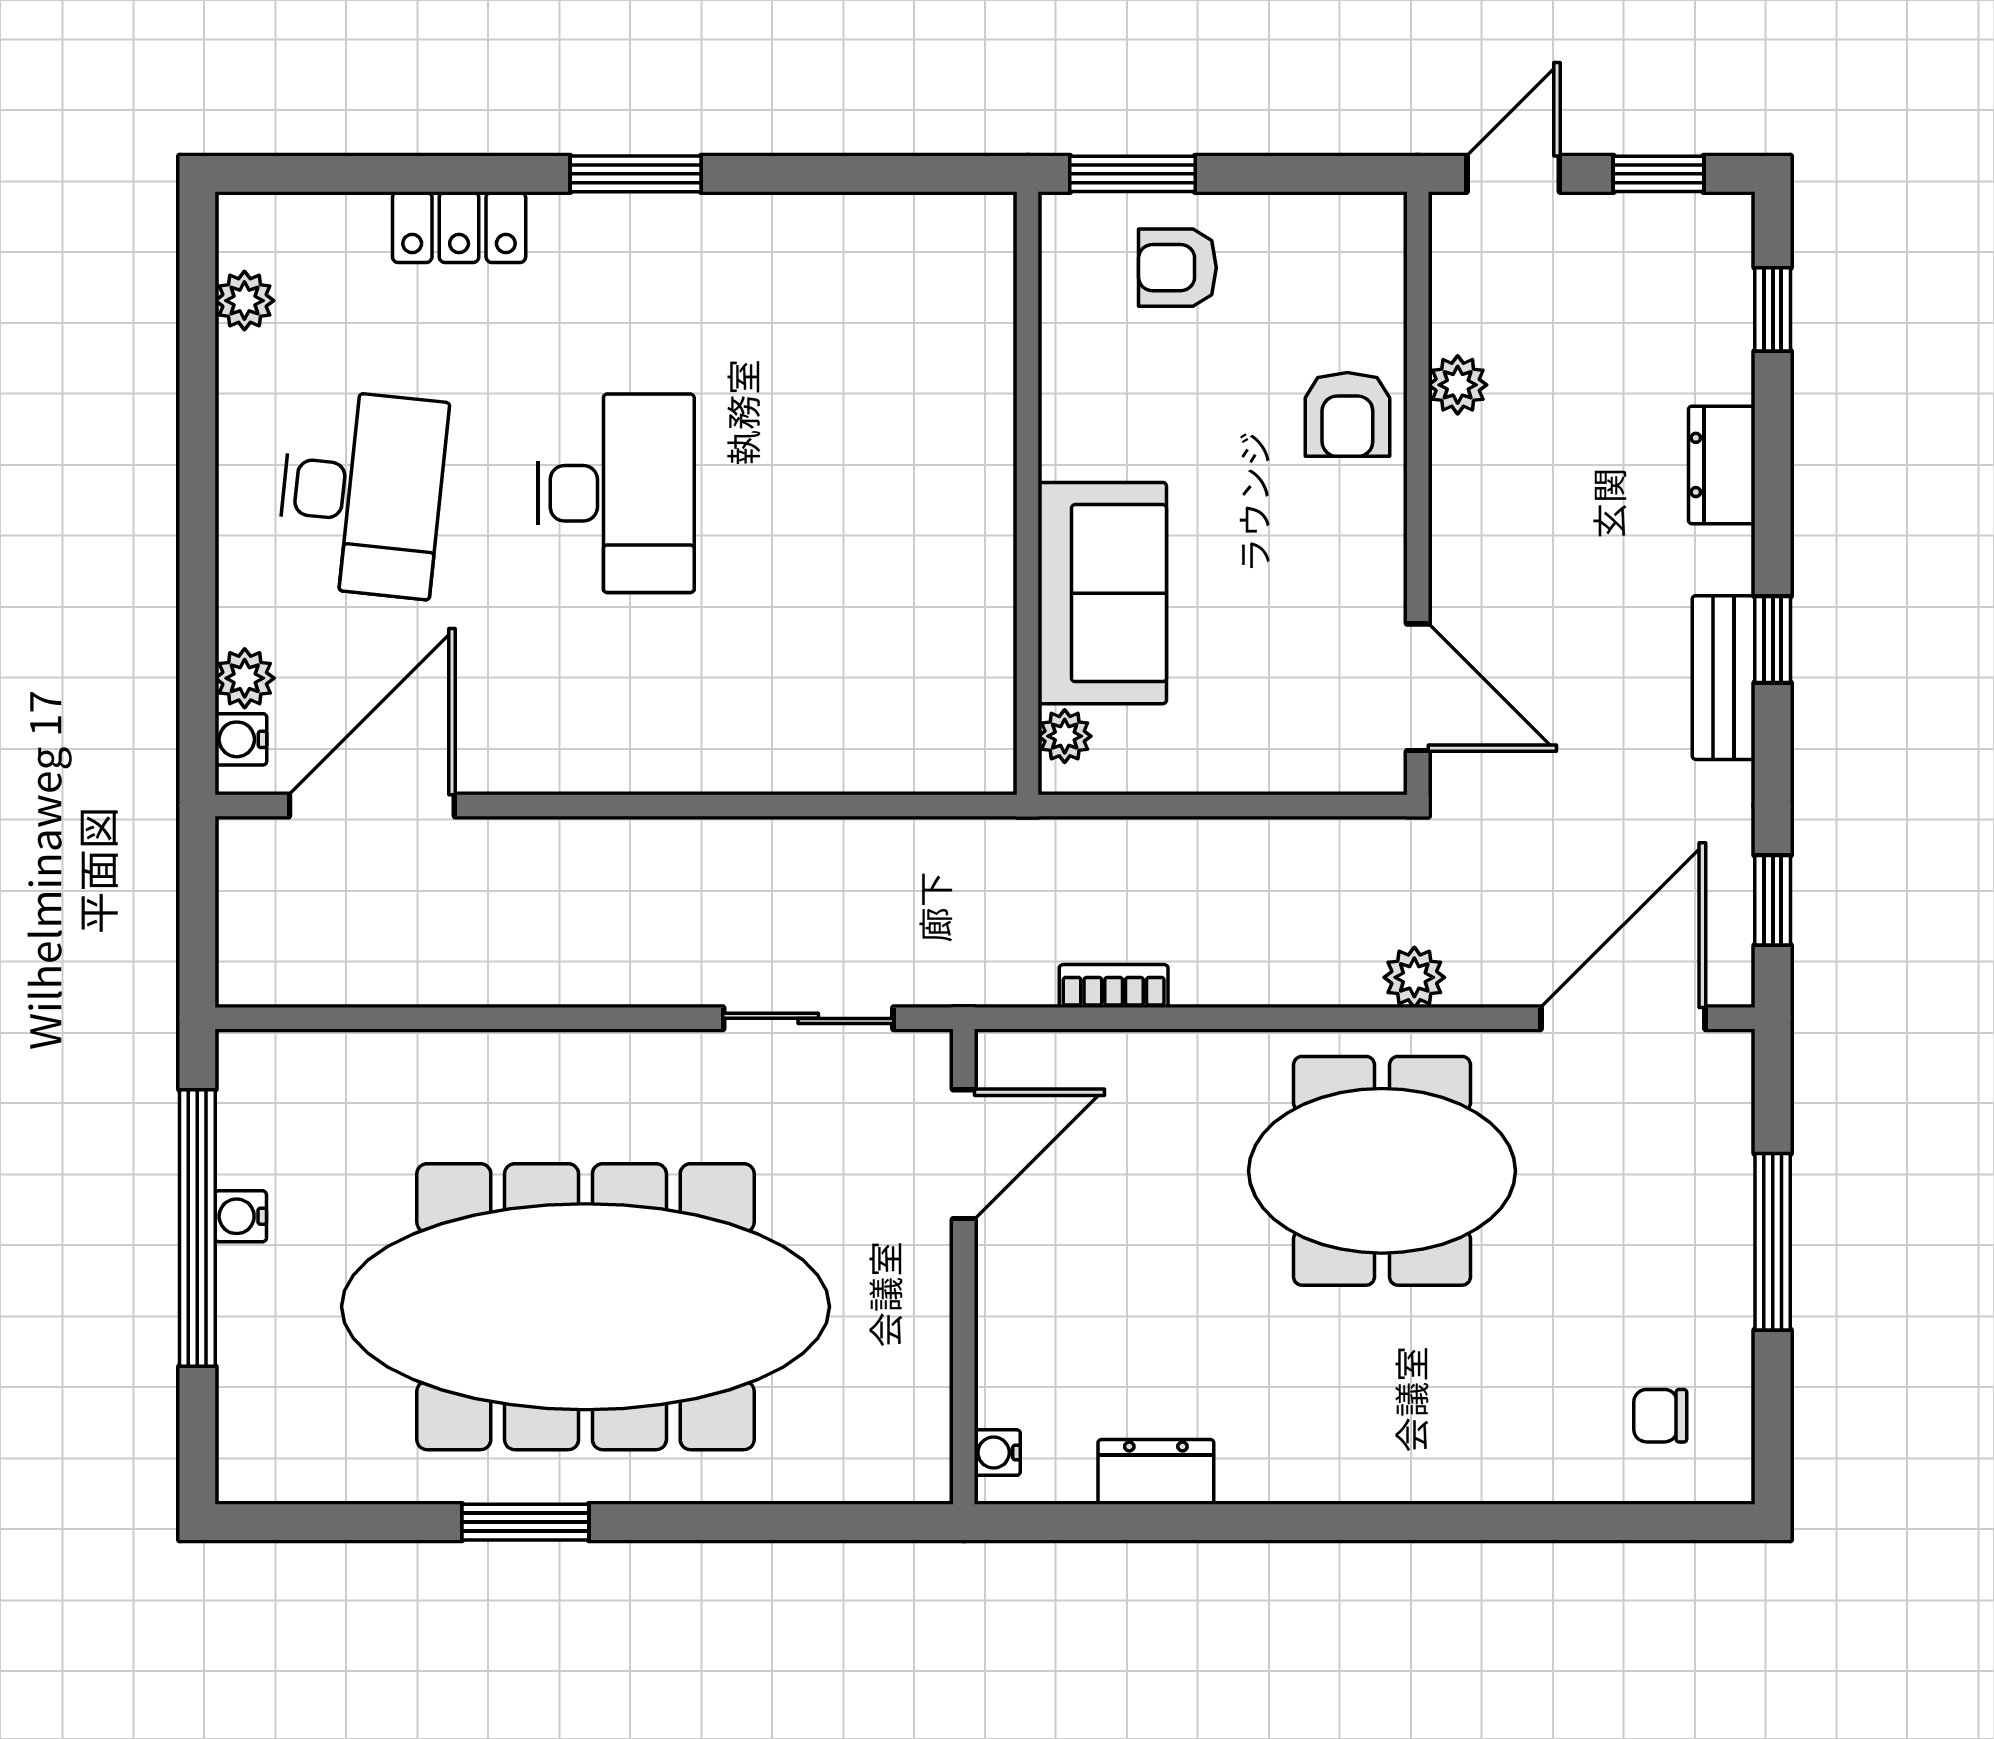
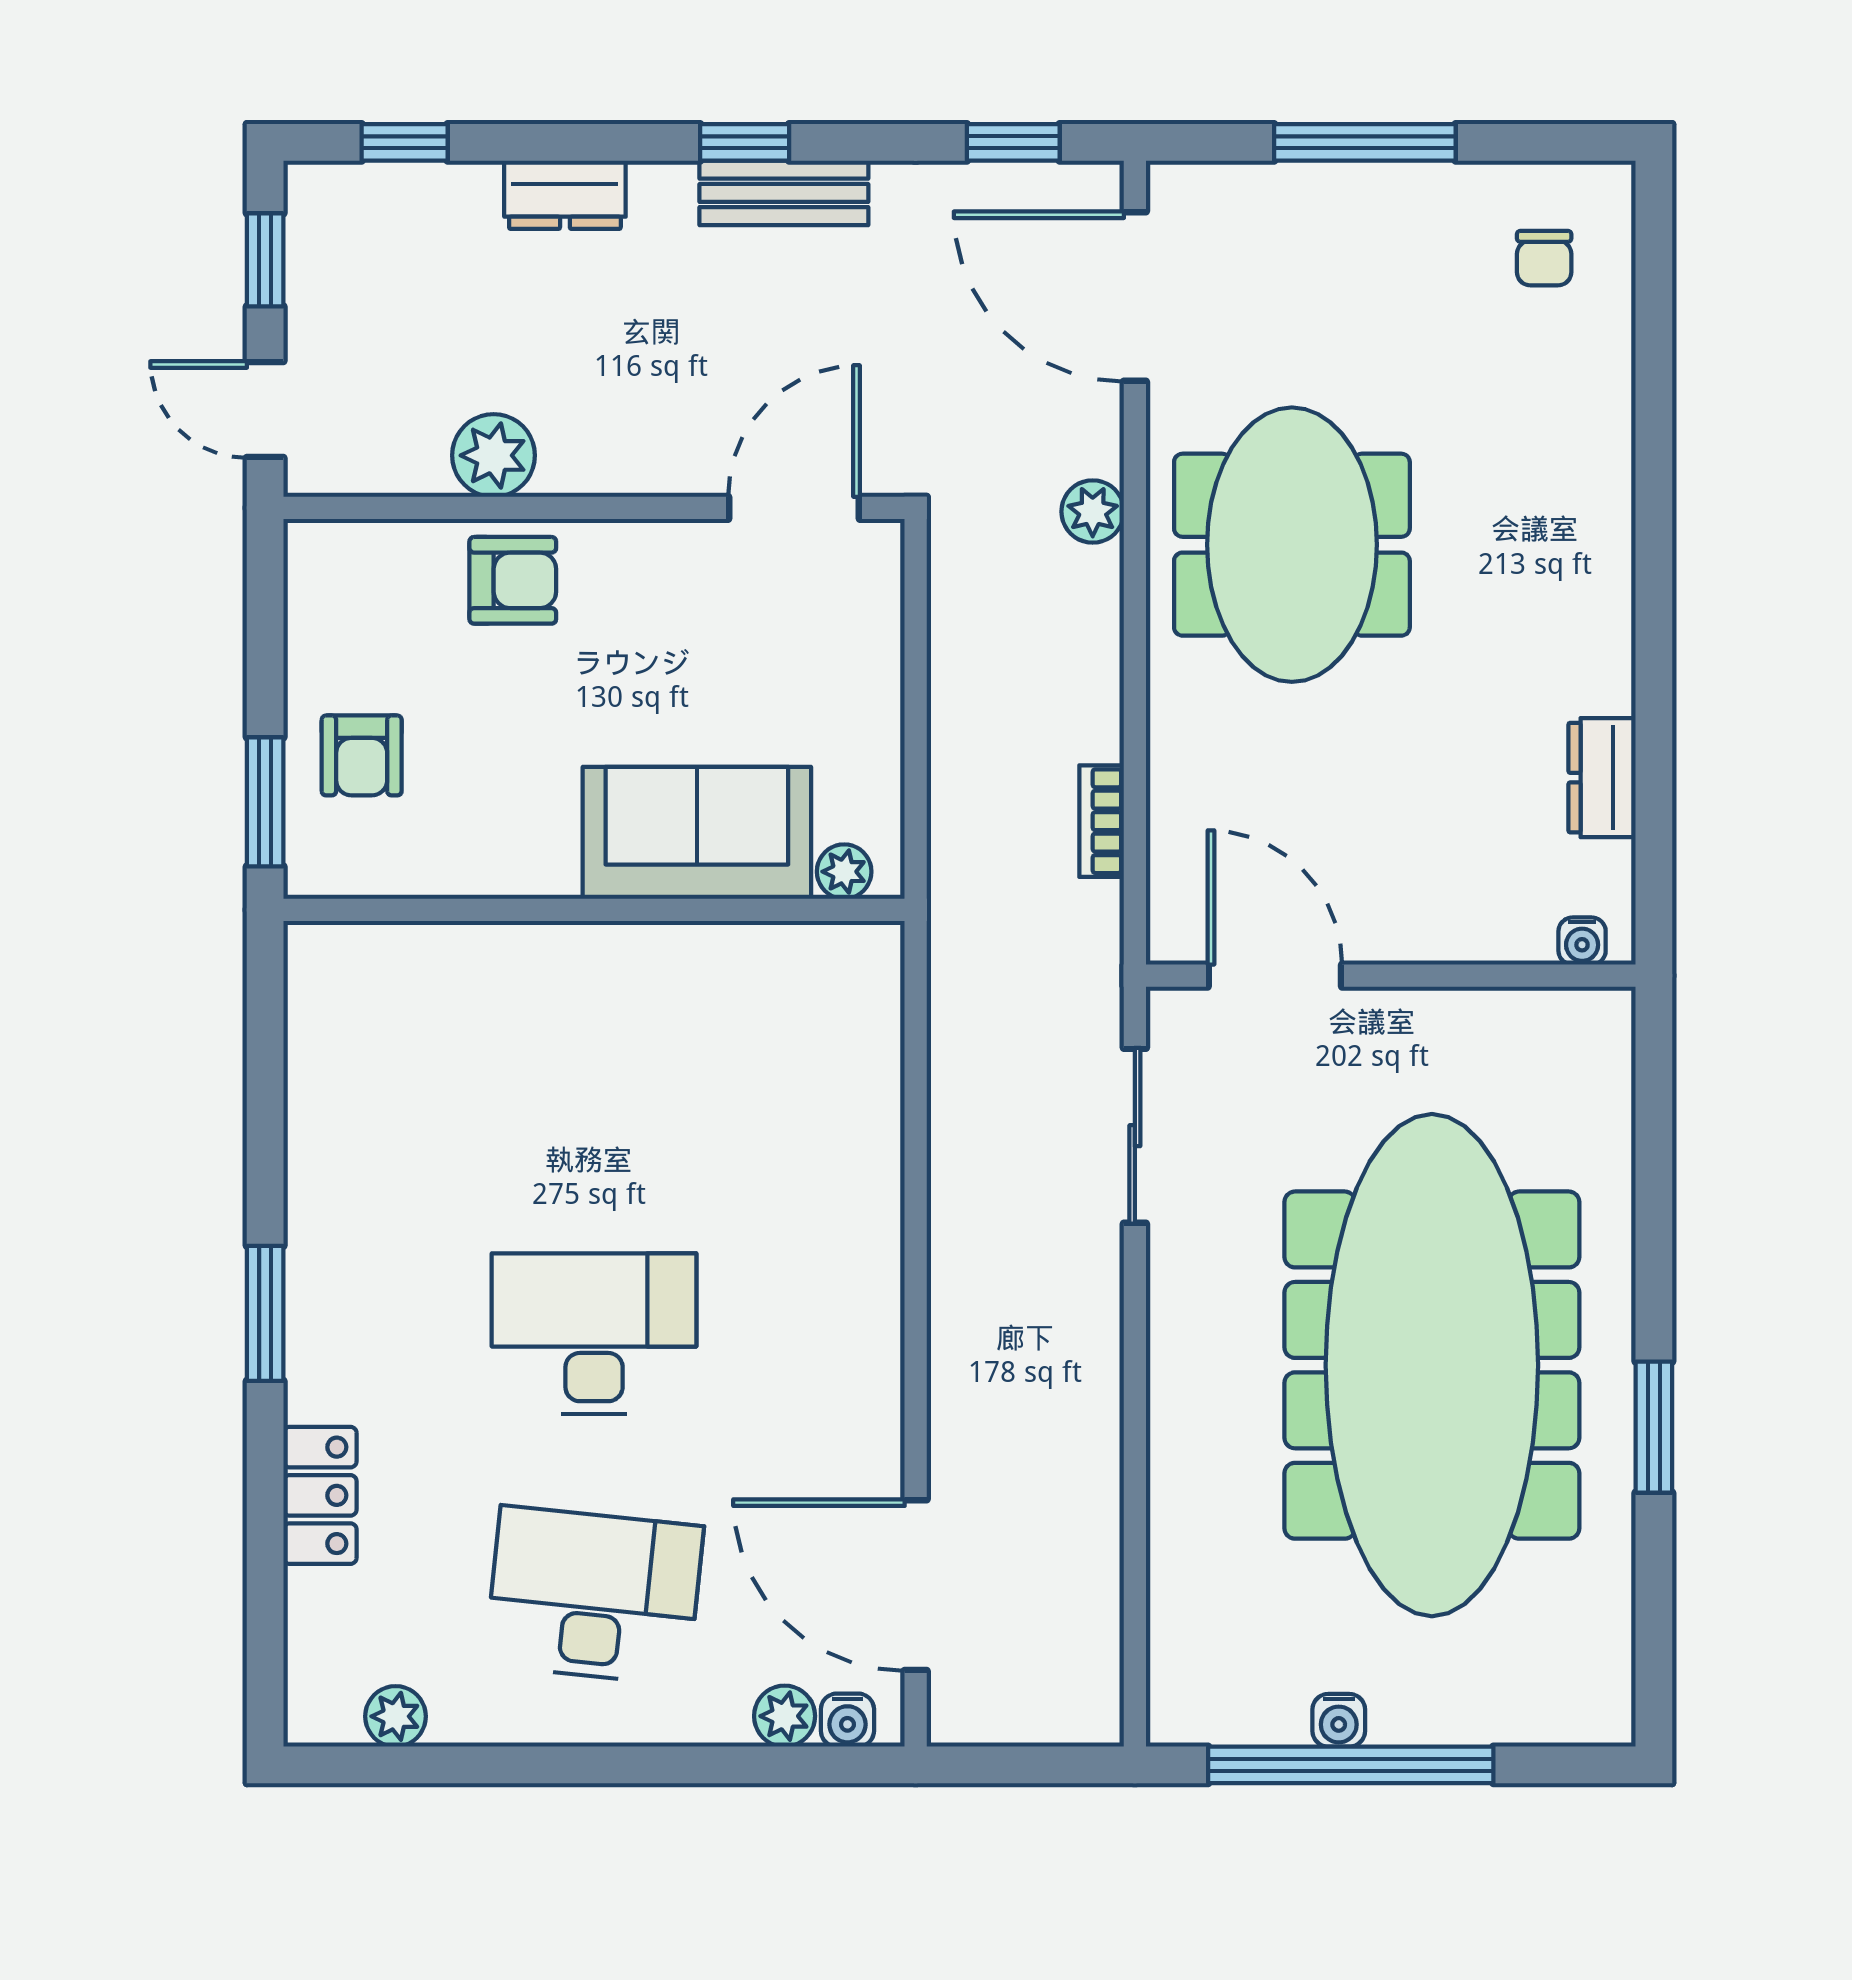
plant: (1458, 385) -> (494, 455), width x1.38, depth x1.38

